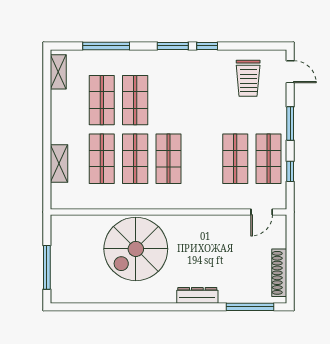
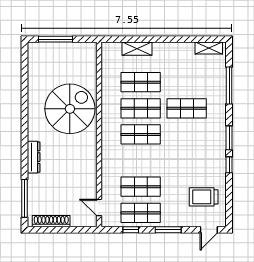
shop shelf: (102, 100) -> (187, 82), removed
spiral stairs: (136, 249) -> (70, 109), turned 90

